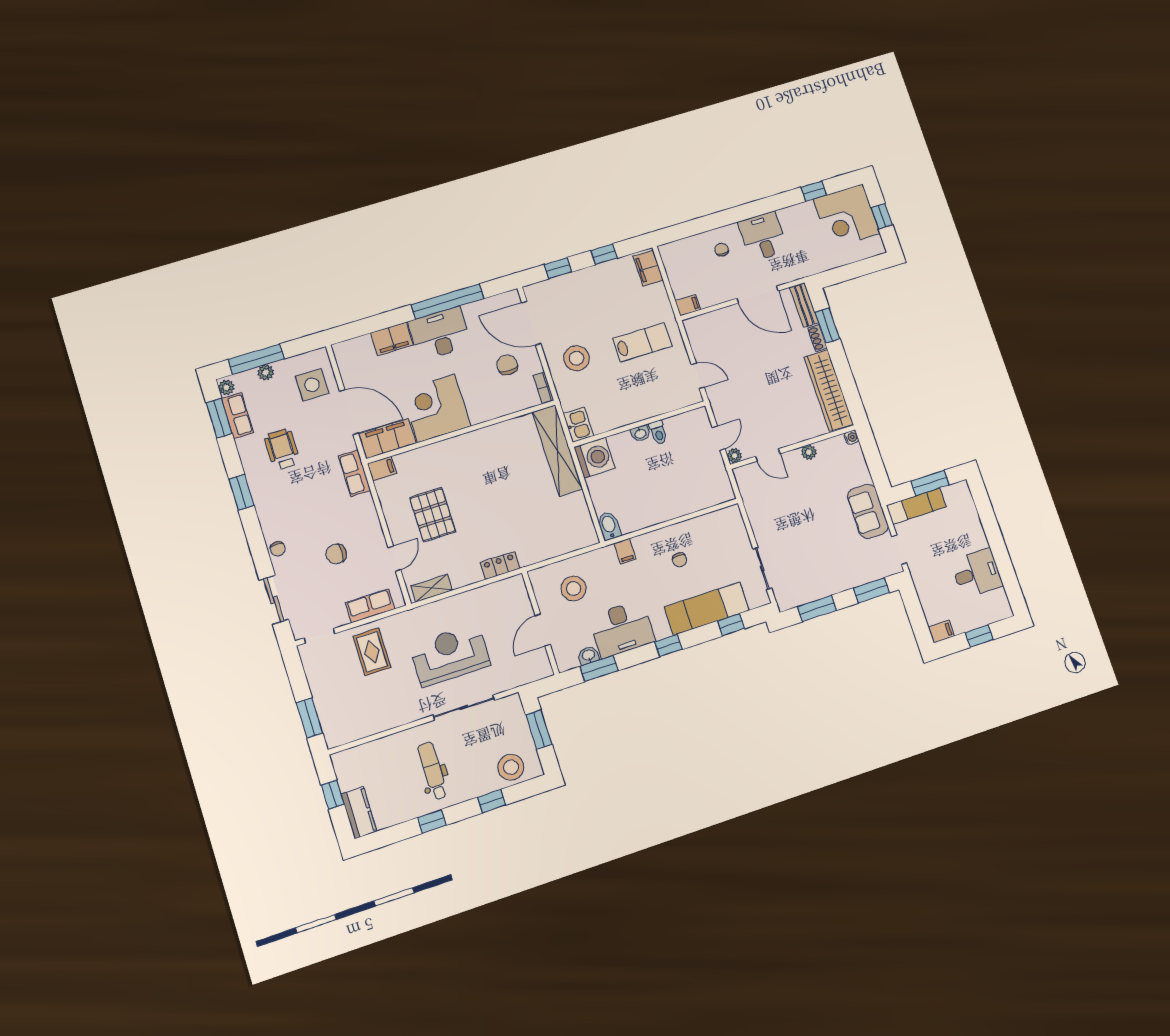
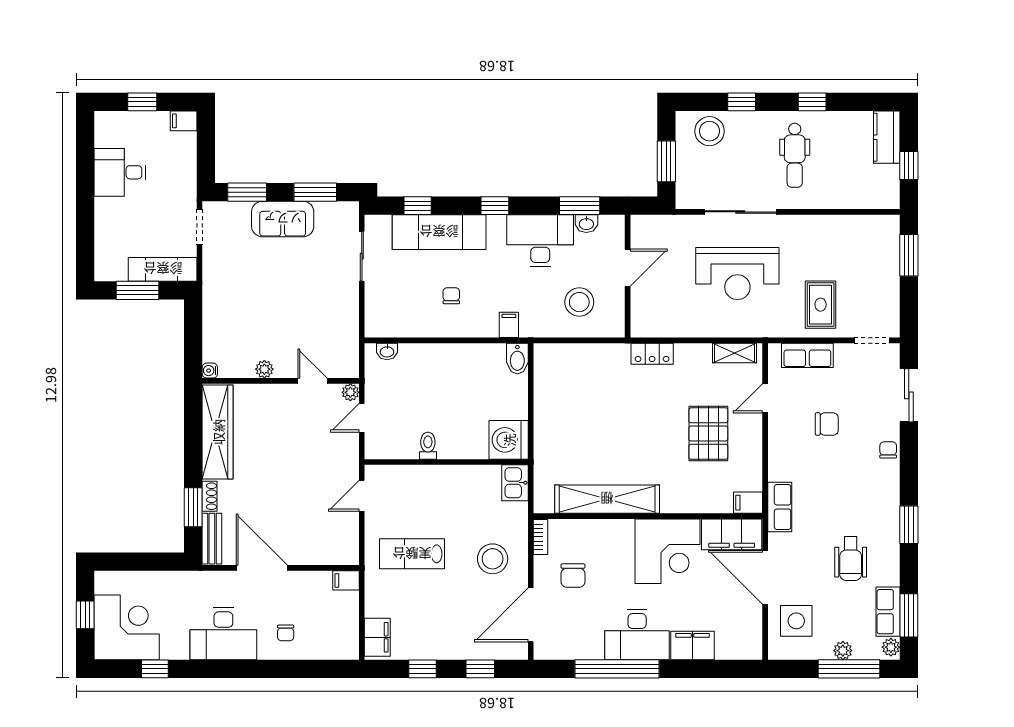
desk: (763, 236) -> (223, 634), width x1.37
door: (531, 323) -> (531, 615), swing flipped
door: (698, 376) -> (362, 496), hinge flipped
washbasin: (640, 433) -> (387, 351), moved, turned 180
shelving: (557, 450) -> (607, 499), moved, turned 90
sofa: (868, 511) -> (283, 219), moved, turned 90

